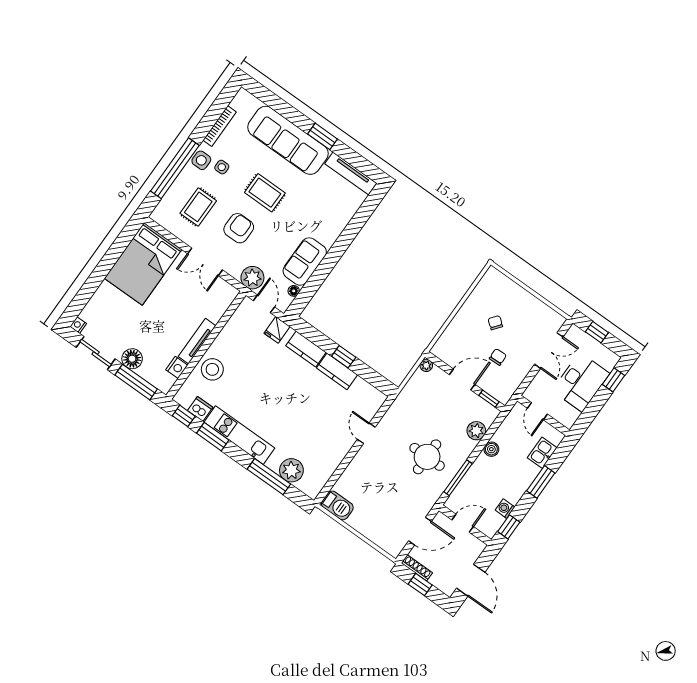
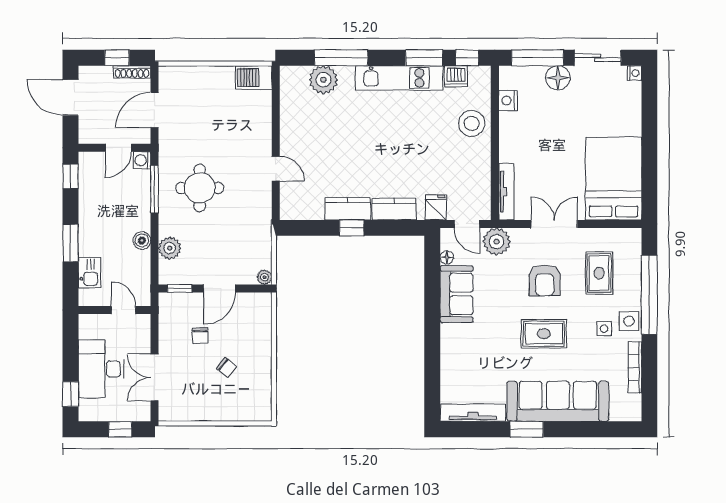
tv unit: (197, 341) -> (506, 192), moved
washing machine: (505, 509) -> (142, 160), moved, turned 180

